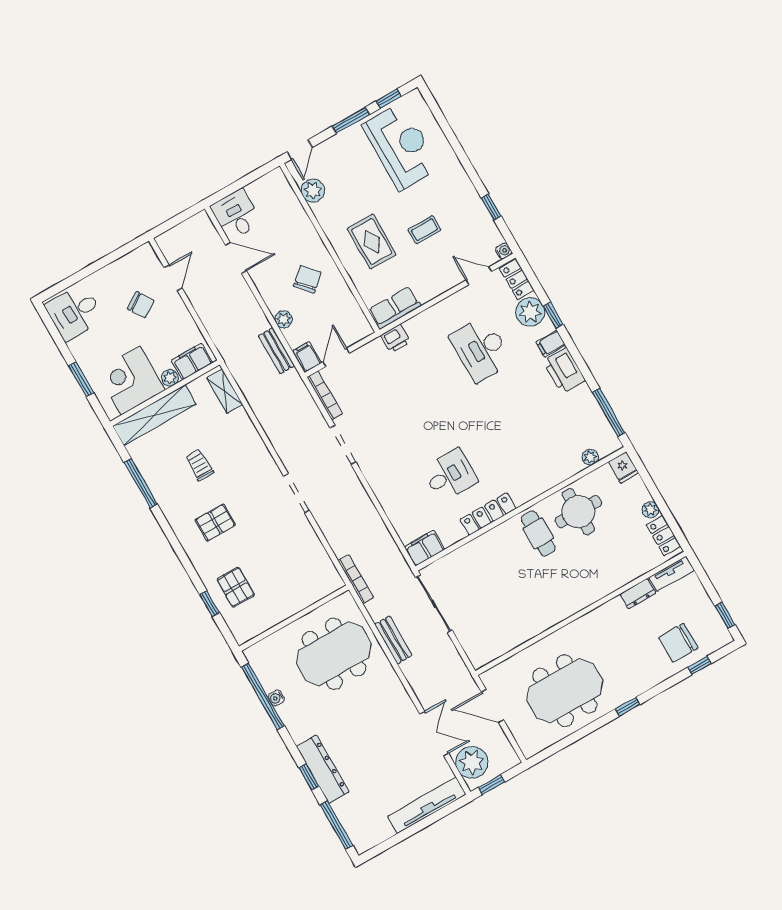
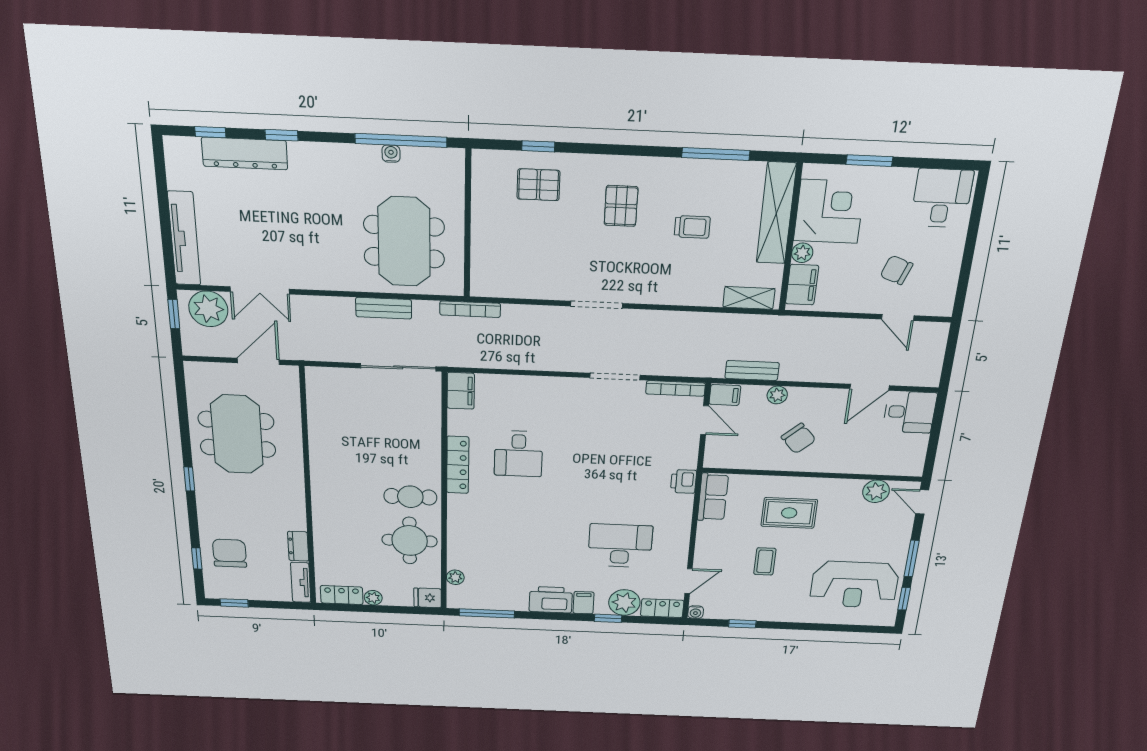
chair: (141, 305) -> (896, 270), turned 53
dresser: (323, 769) -> (245, 153), moved
window: (336, 825) -> (210, 132), width x0.46

